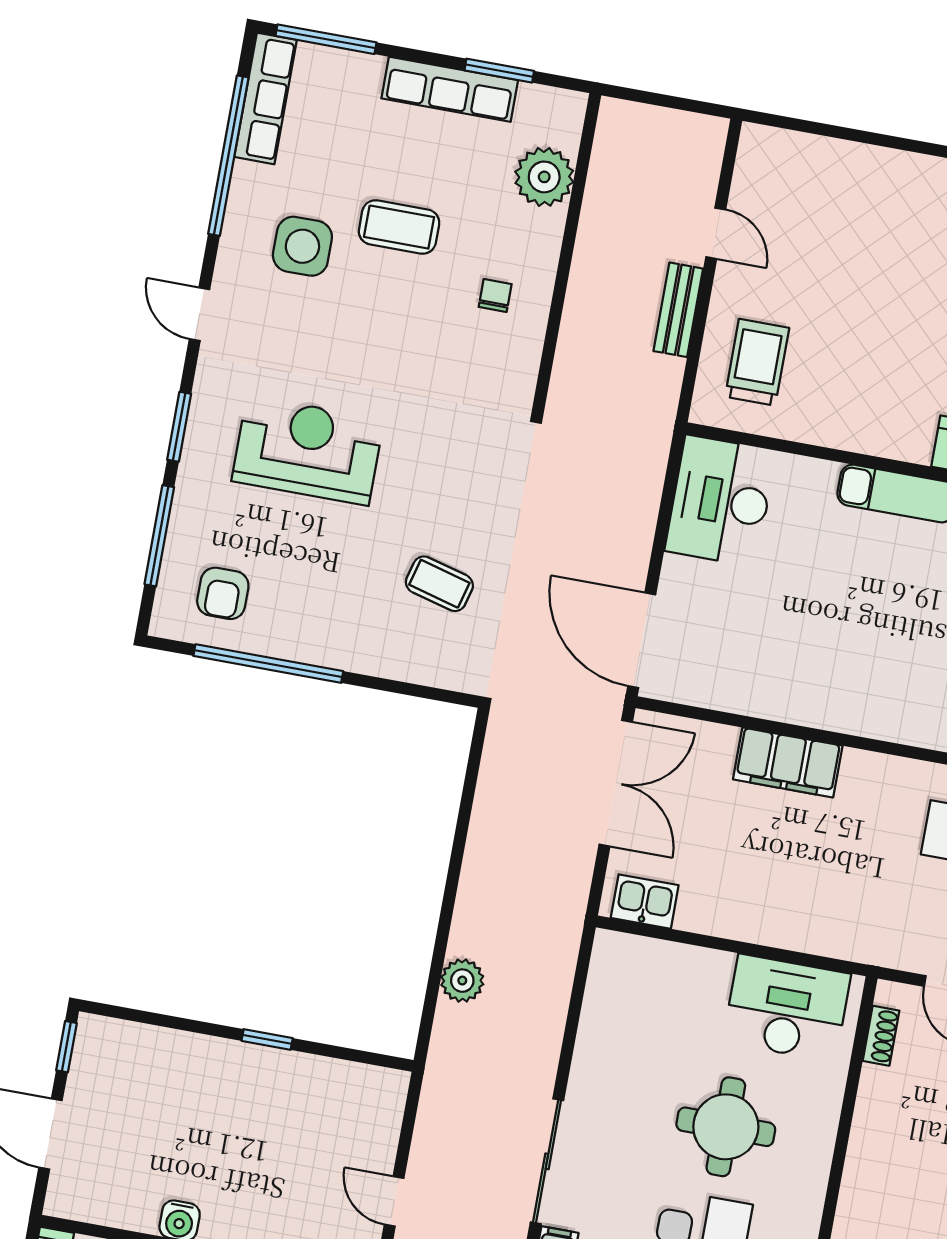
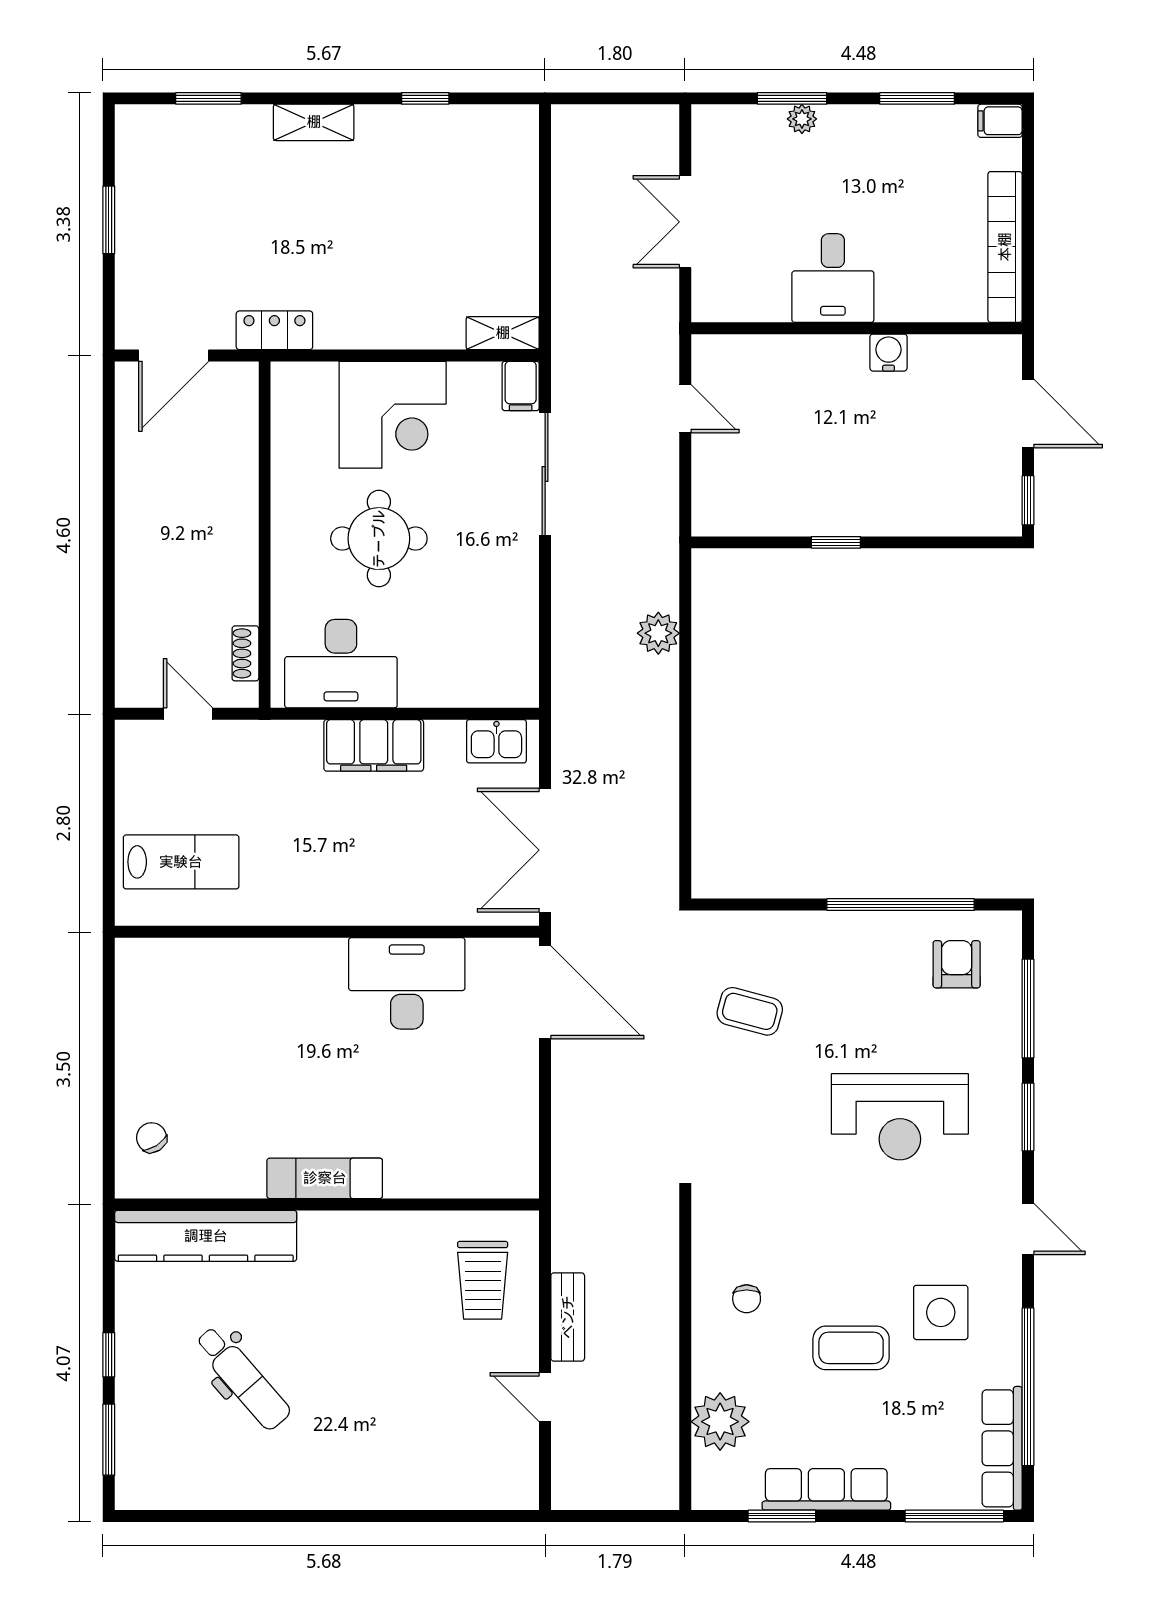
desk: (721, 501) -> (407, 983), moved, turned -90
filing cabinet: (788, 763) -> (374, 745), moved, turned 180

